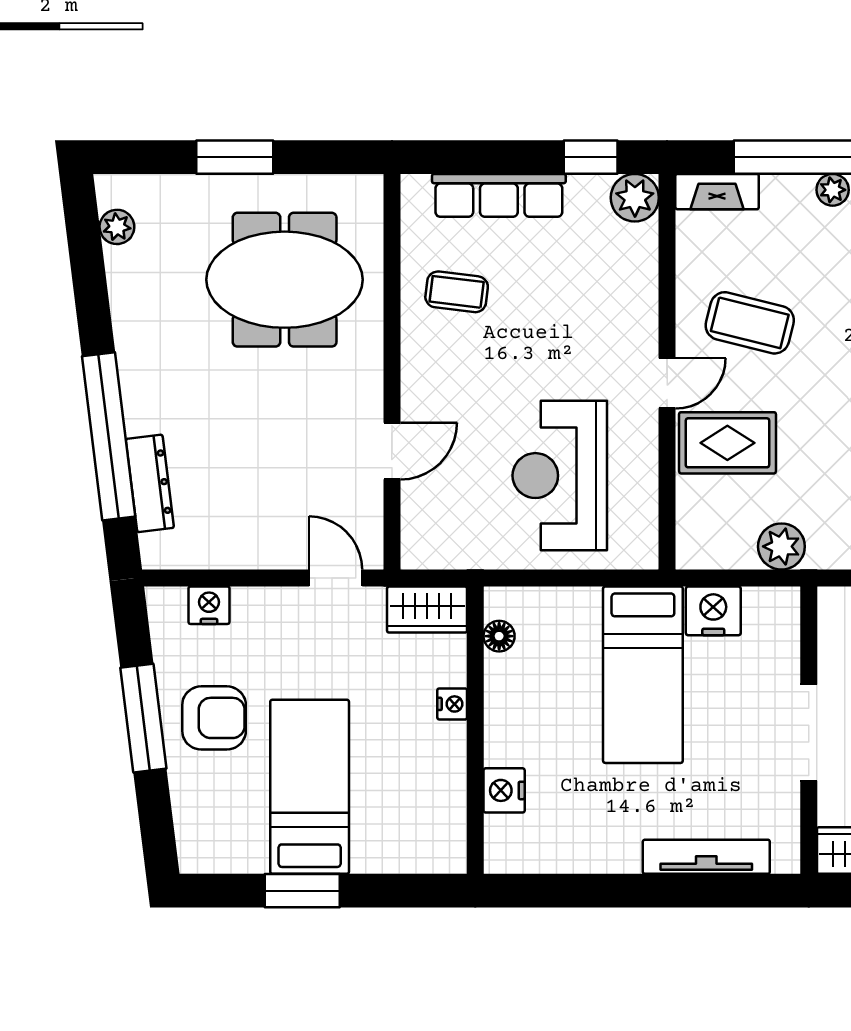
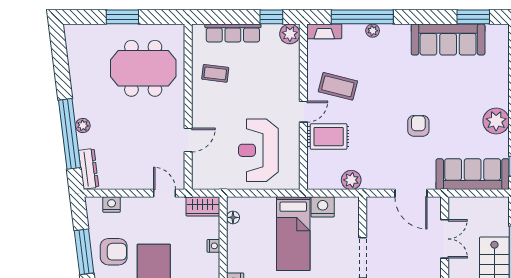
plant: (117, 227) -> (83, 126), moved
dresser: (150, 483) -> (89, 169), moved

